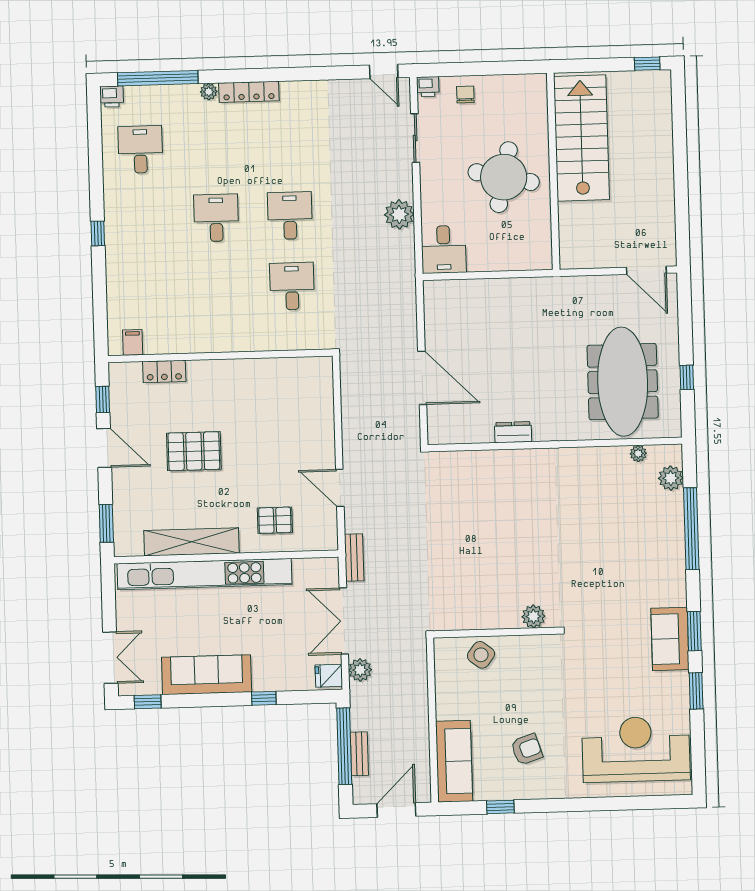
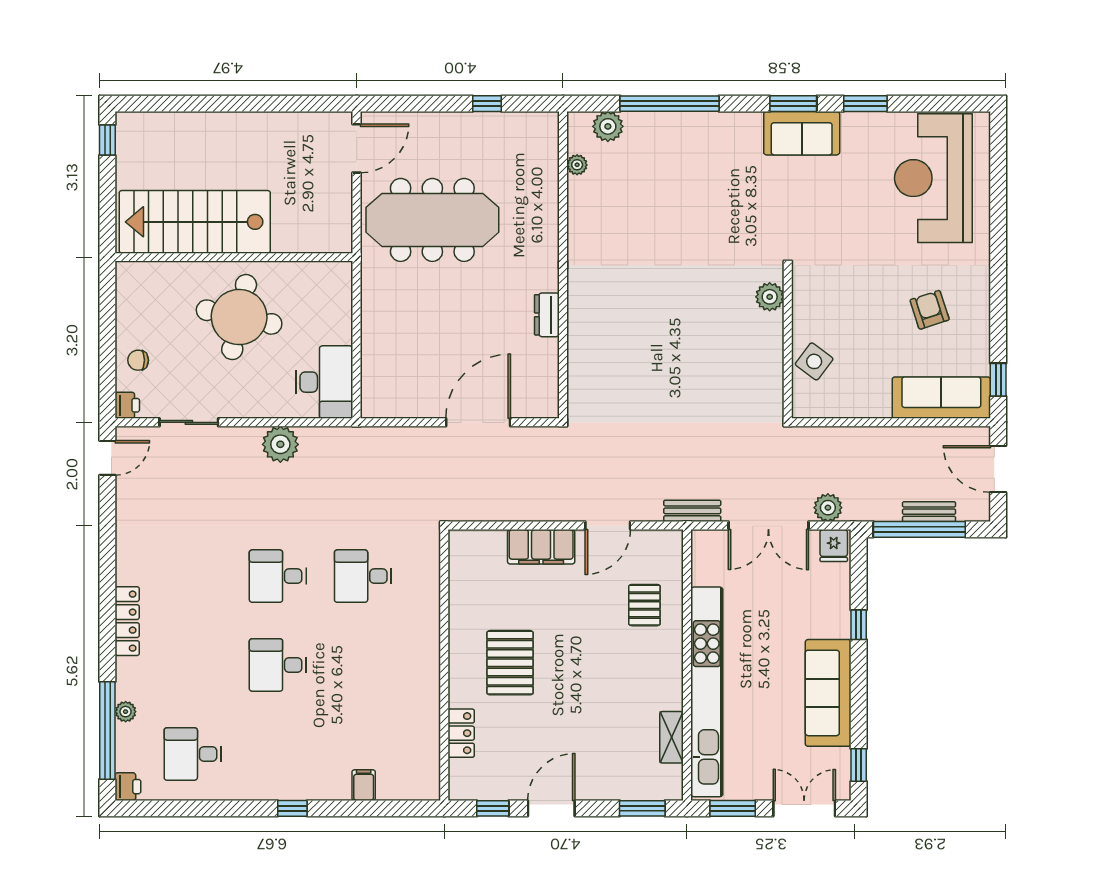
plant: (209, 92) -> (126, 712), moved
desk: (444, 249) -> (324, 382), width x1.37
filing cabinet: (133, 342) -> (364, 785), moved, turned 90
meeting table: (623, 382) -> (432, 220), moved
filing cabinet: (321, 433) -> (541, 547), added
pallet: (194, 451) -> (510, 663), moved
shelving: (192, 542) -> (672, 737), width x0.45, depth x0.75
window: (109, 598) -> (733, 808), added
window: (500, 807) -> (998, 380), moved

